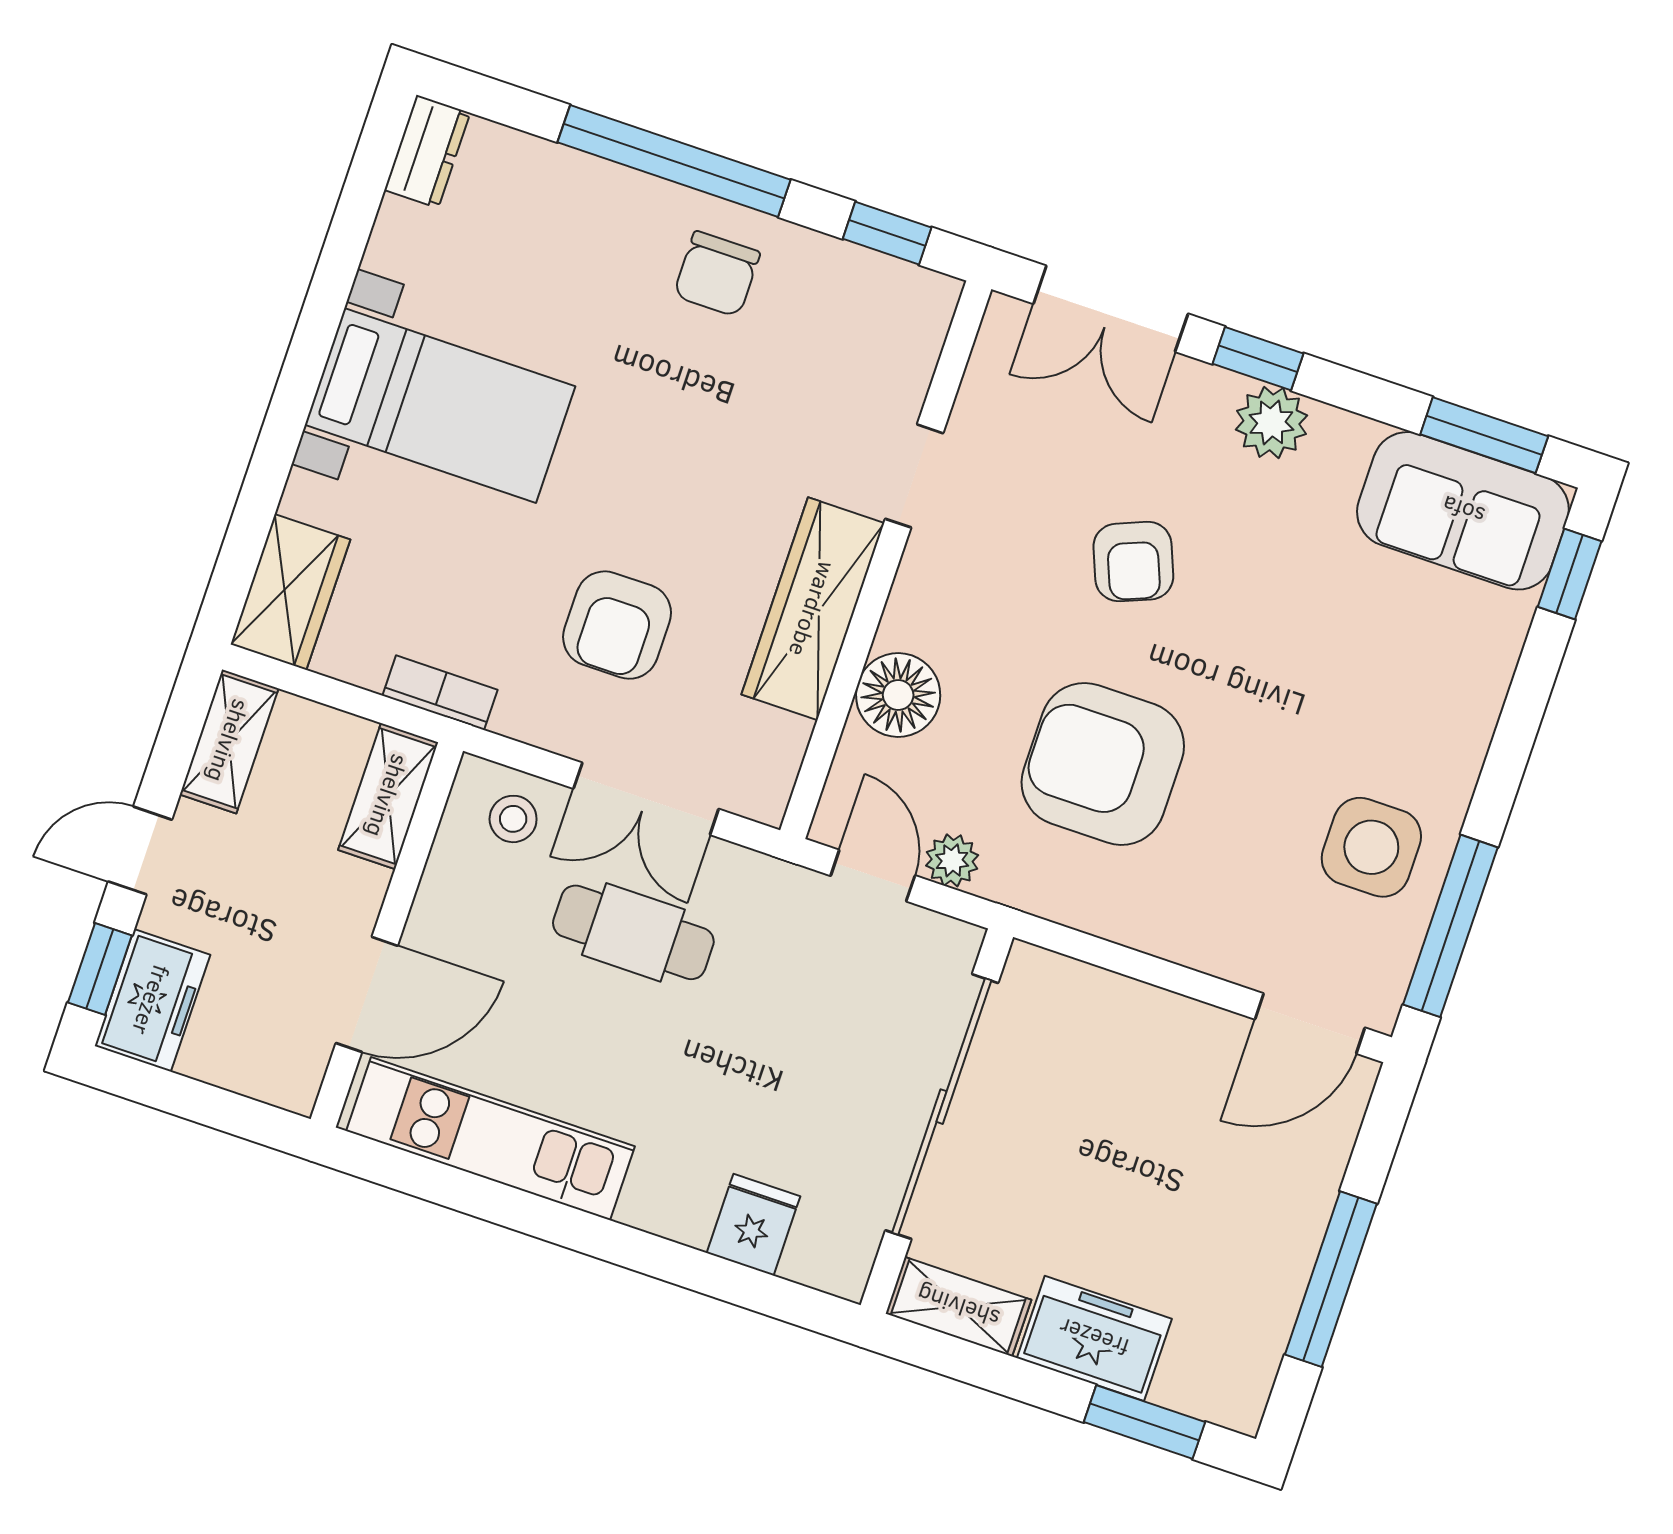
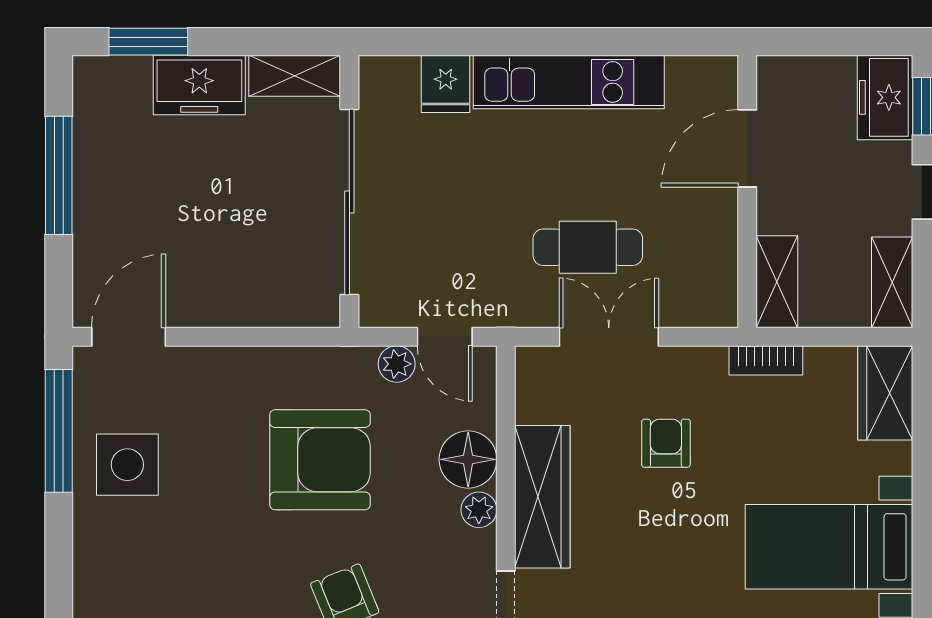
plant: (907, 620) -> (479, 510), added
armchair: (617, 625) -> (666, 443), width x0.72, depth x0.72
stool: (513, 819) -> (691, 294), removed
kitchen unit: (490, 1139) -> (569, 82), moved

